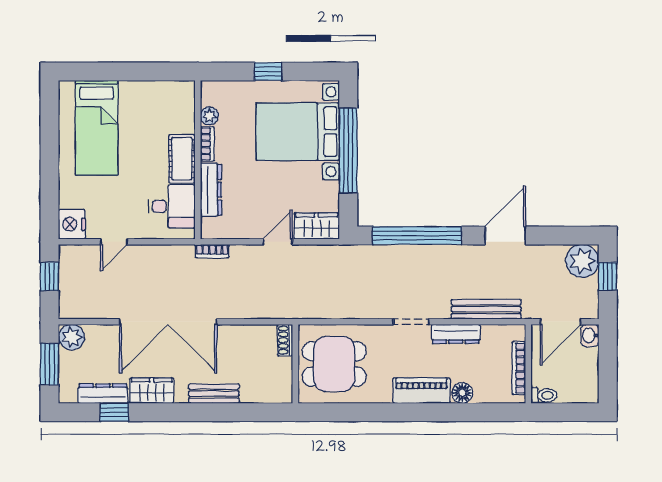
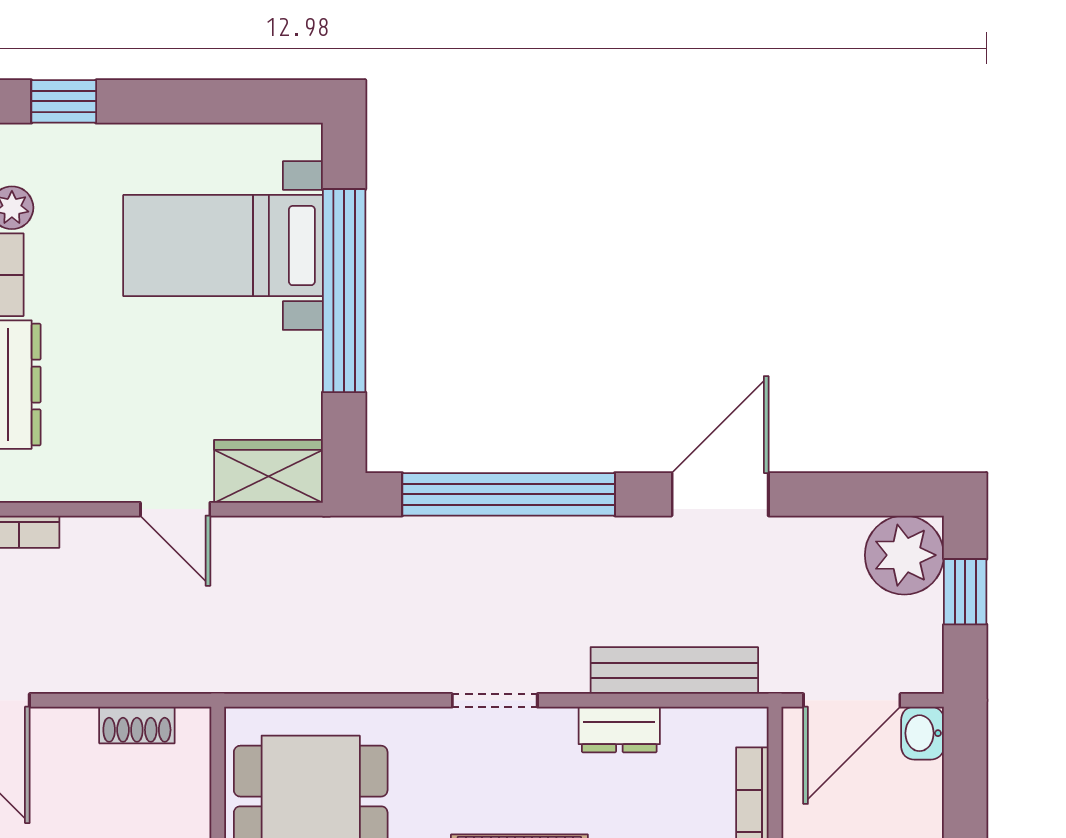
window: (268, 71) -> (64, 101), moved
bed with nightstands: (298, 132) -> (223, 246), width x0.73
door: (278, 242) -> (175, 509), swing flipped
dresser: (456, 334) -> (619, 730), width x0.70
shoe rack: (285, 340) -> (137, 725), moved, turned -90

